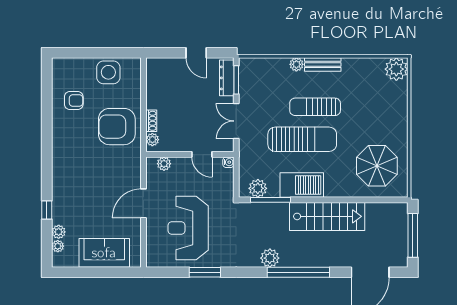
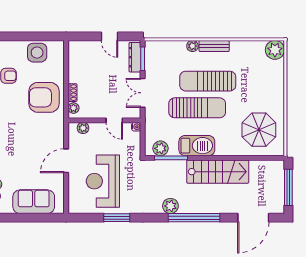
sun lounger: (315, 107) -> (208, 81), width x1.36, depth x1.34

